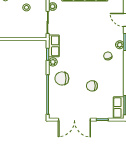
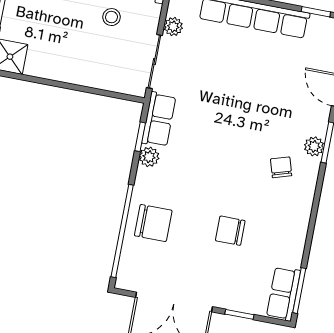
chair: (62, 78) -> (153, 223), moved, turned 180

